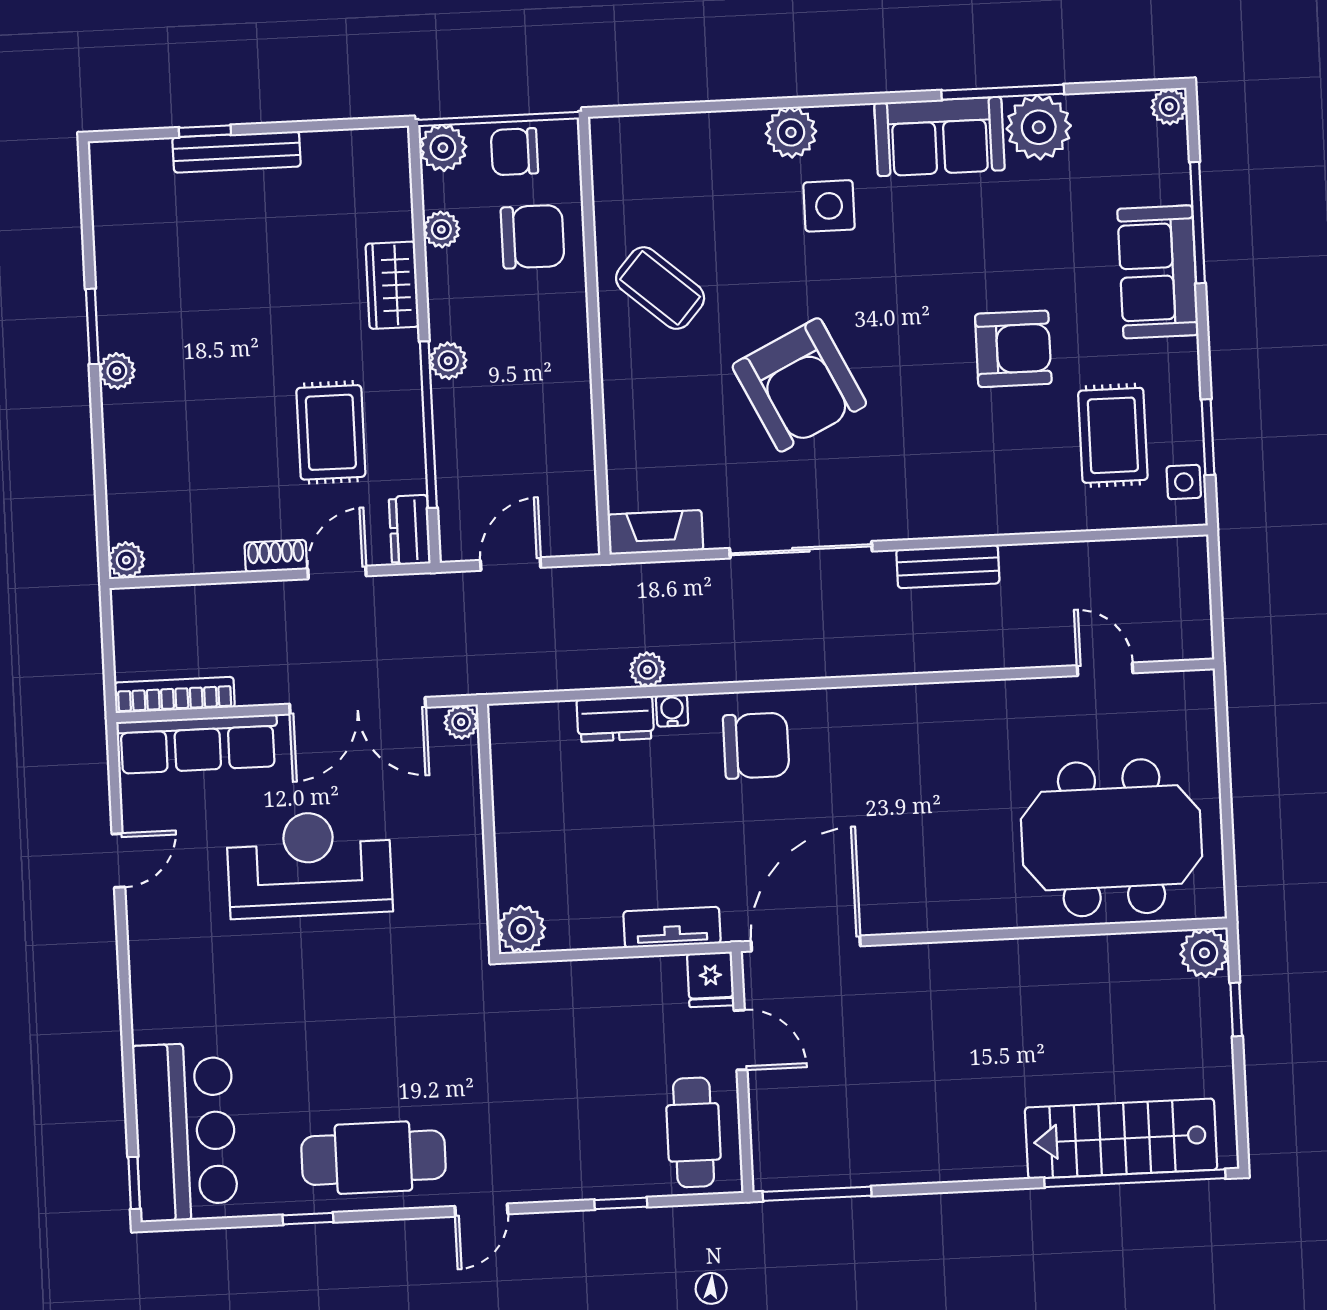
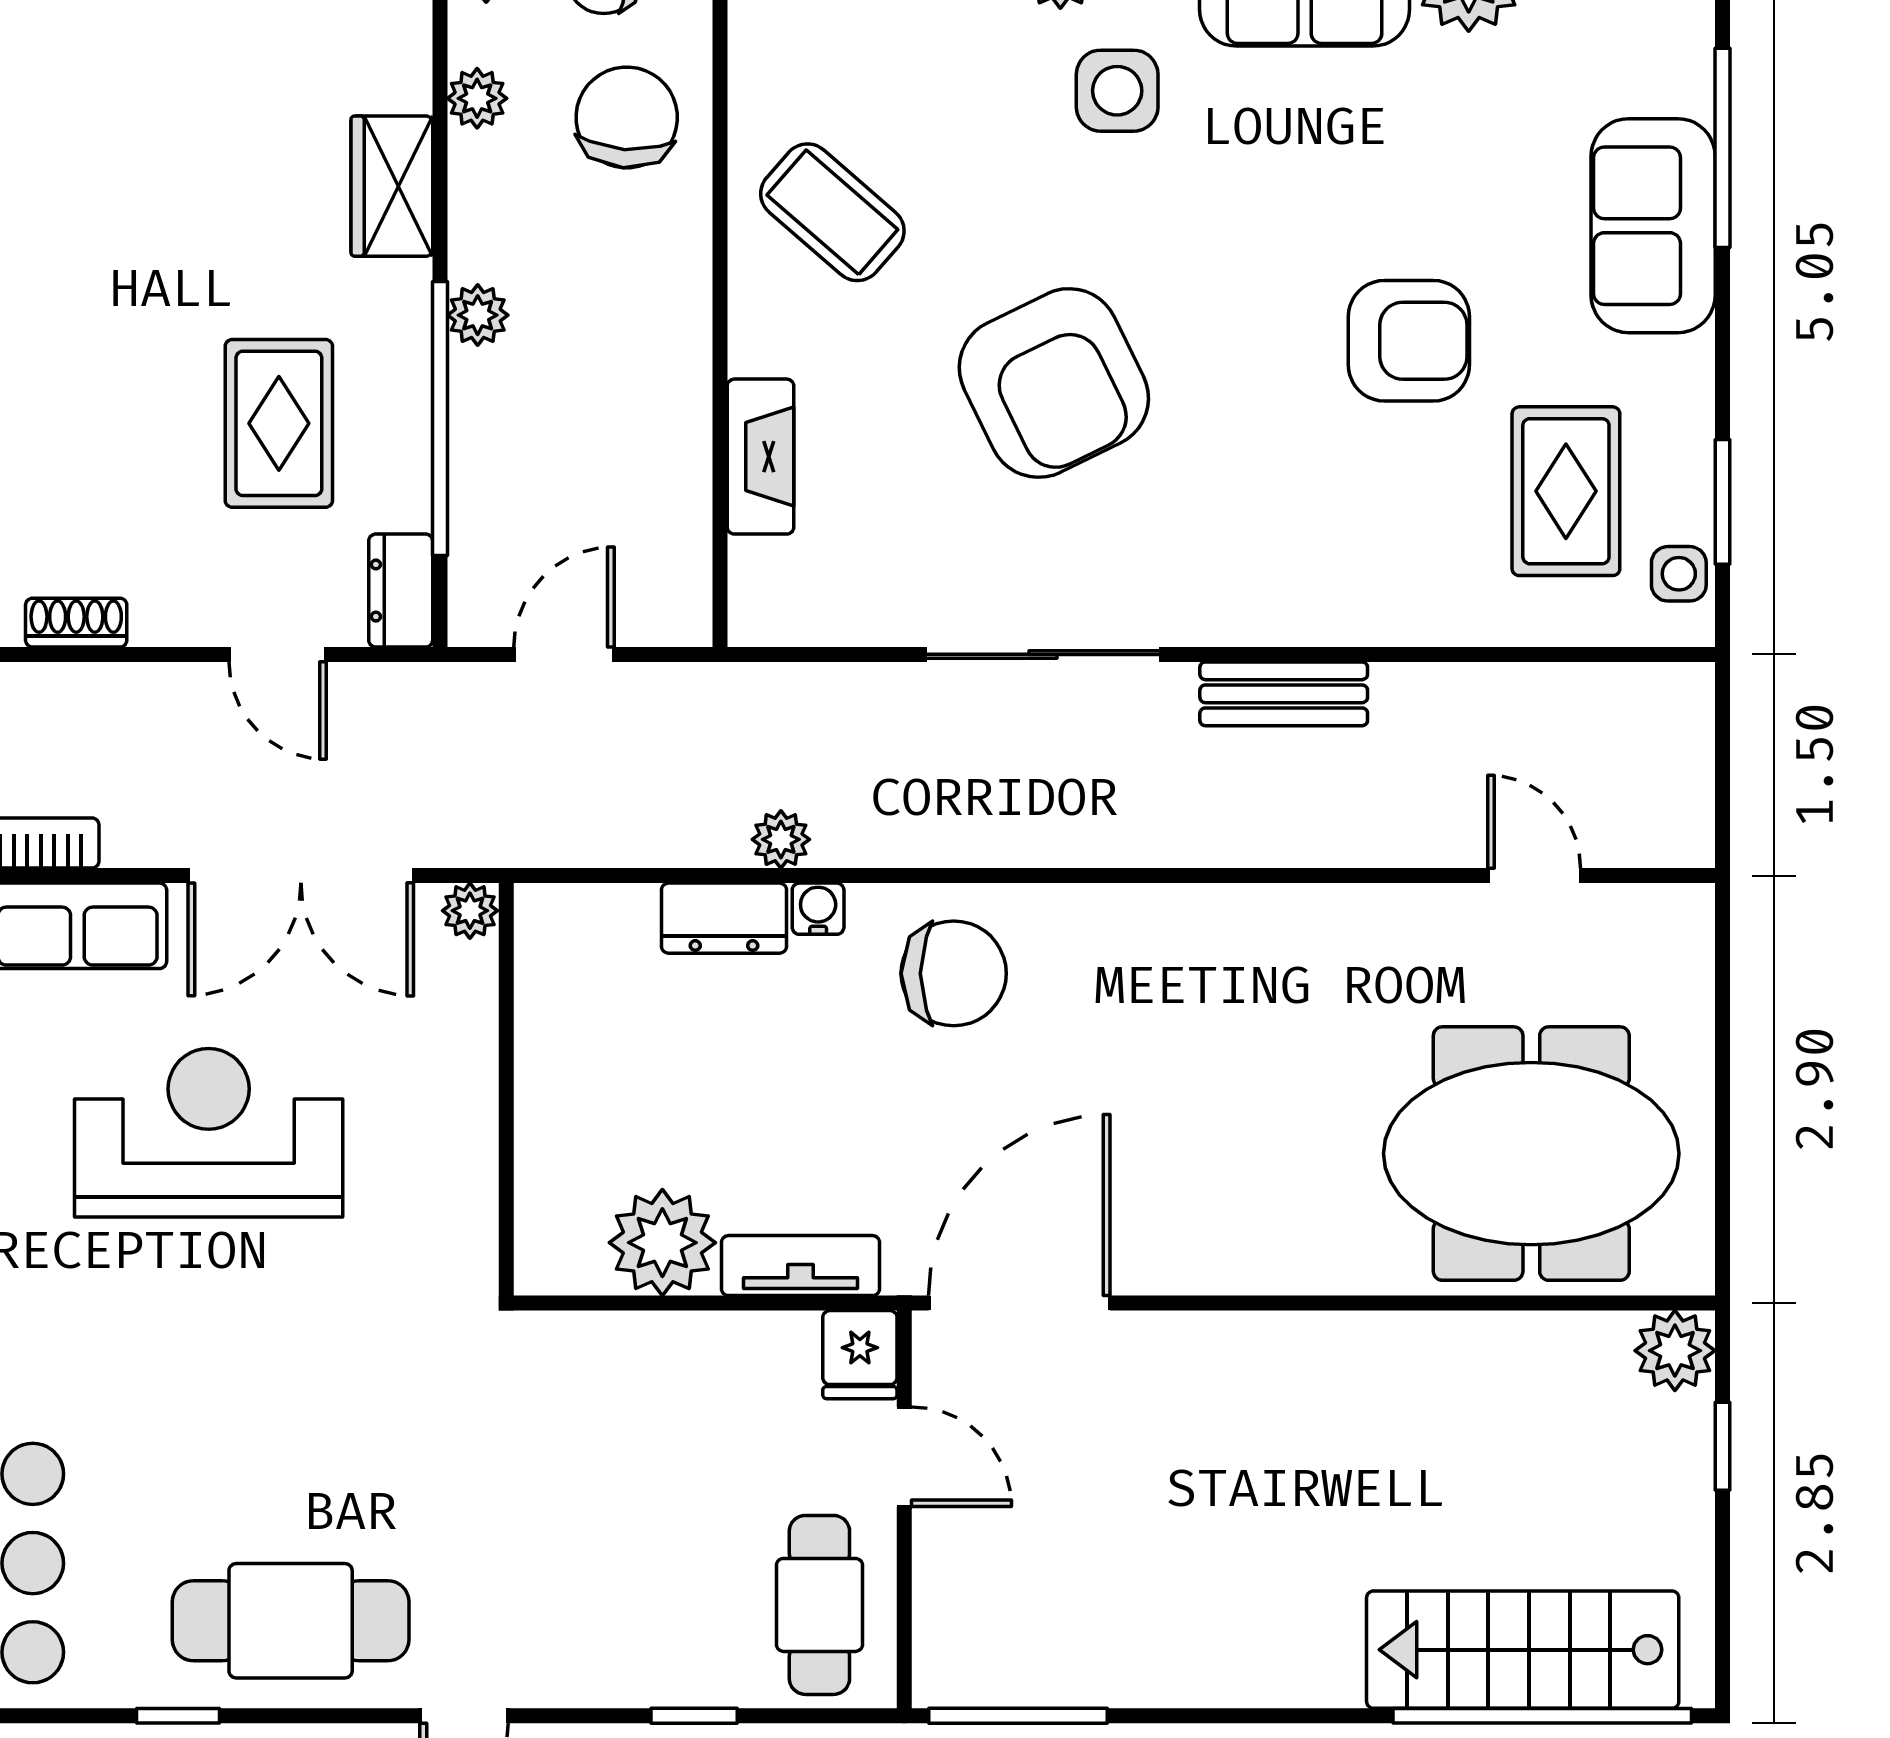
chair: (533, 237) -> (627, 117), turned -86
fireplace: (655, 532) -> (761, 457), moved, turned 90
shoe rack: (276, 556) -> (76, 623), moved
door: (337, 572) -> (278, 654), swing flipped
plant: (521, 929) -> (662, 1243), moved, width x1.36, depth x1.36

